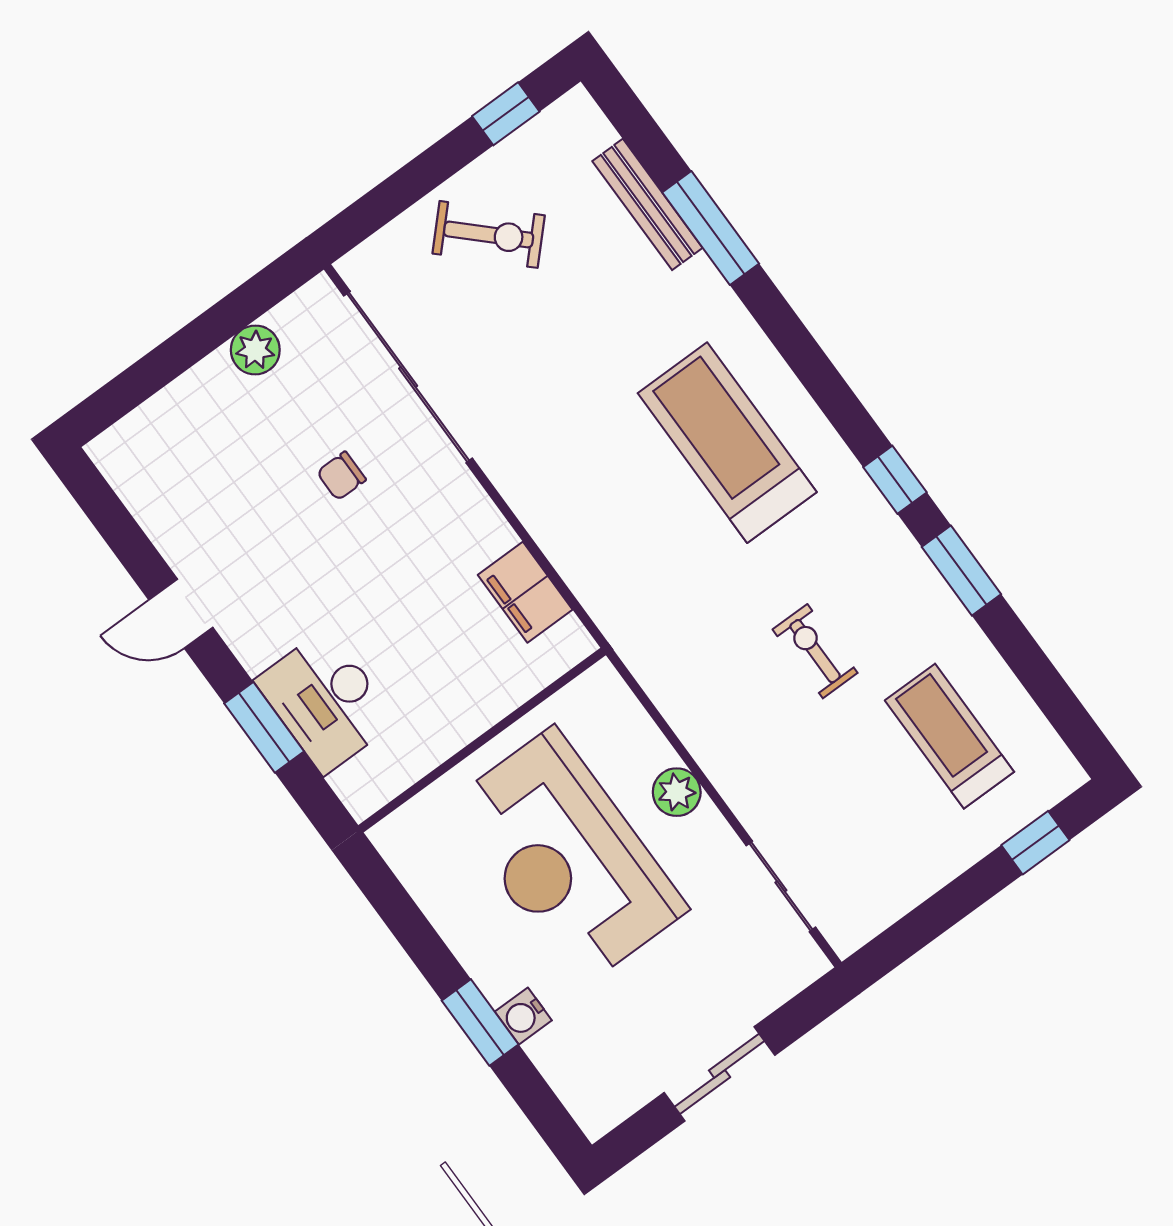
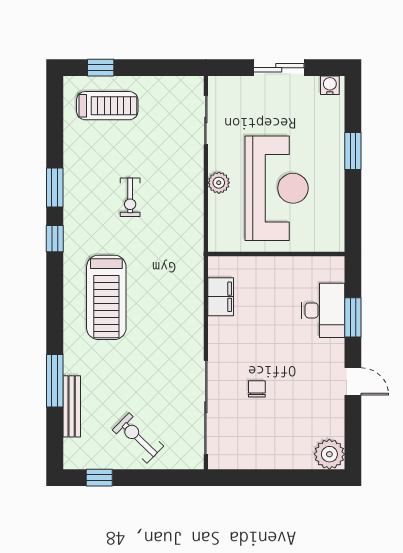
plant: (255, 350) -> (329, 454), moved, width x1.36, depth x1.36
chair: (341, 476) -> (257, 389), turned -90
treadmill: (949, 736) -> (107, 106), moved, turned -90
water cooler: (523, 1016) -> (330, 85), moved, turned -90

